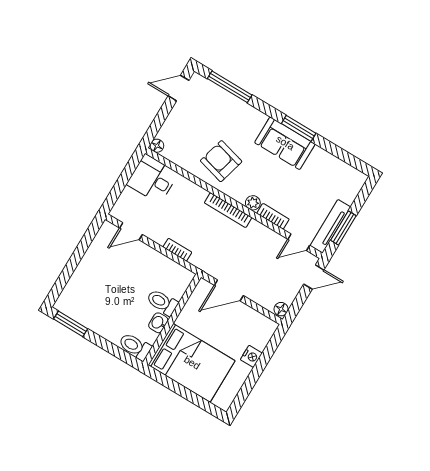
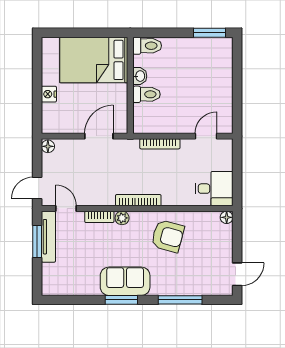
window: (230, 87) -> (180, 300), moved
door: (299, 242) -> (66, 209), hinge flipped
bookcase: (177, 250) -> (160, 144), width x1.56

